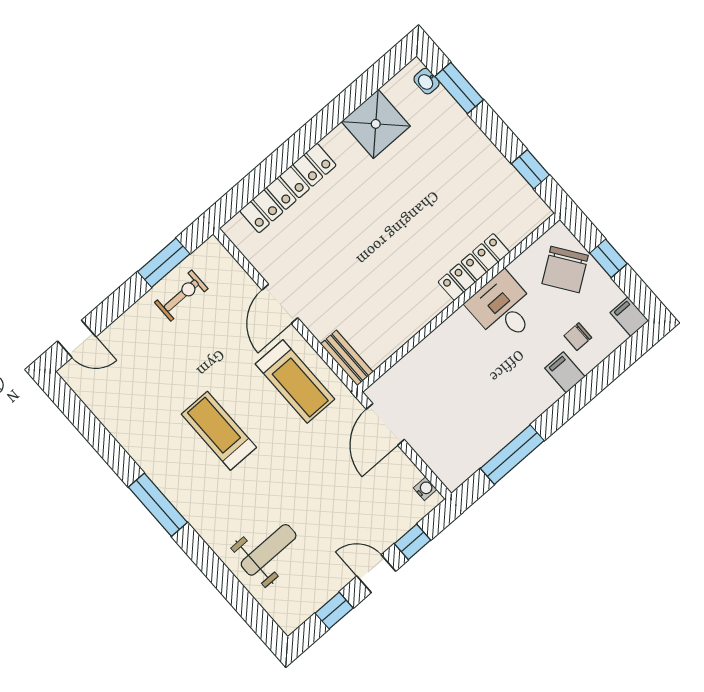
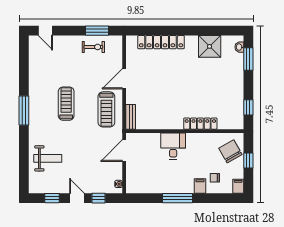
chair: (565, 269) -> (230, 151), turned 95
desk: (503, 308) -> (173, 146), moved
window: (512, 455) -> (177, 198), moved

